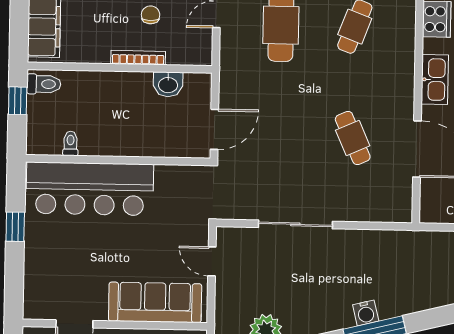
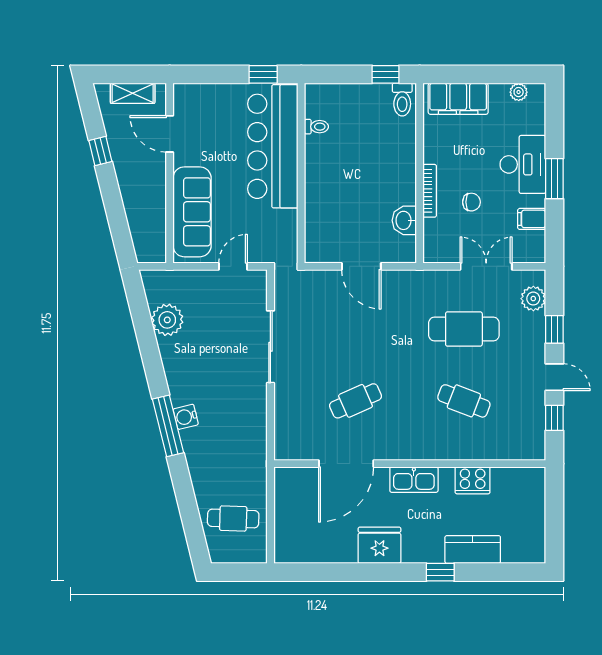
toilet: (70, 143) -> (316, 127), moved
wall: (118, 160) -> (301, 173), moved
bar counter: (90, 189) -> (273, 146), moved

